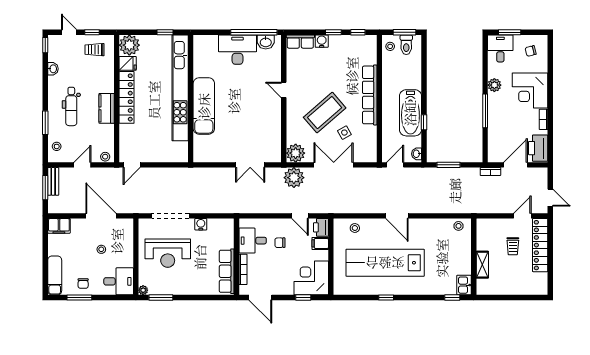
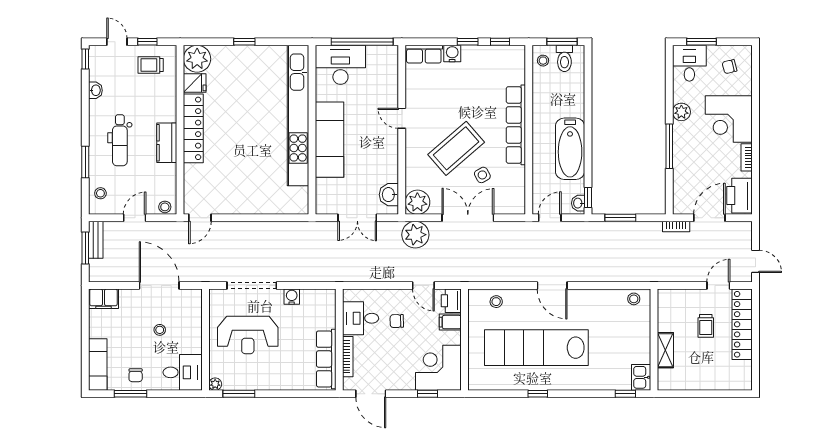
washbasin: (266, 42) -> (389, 195), moved, turned 90
kitchen unit: (180, 88) -> (298, 116), moved
wall: (191, 99) -> (312, 130), moved
exam couch: (204, 106) -> (330, 140), moved
window: (424, 122) -> (588, 198), moved

